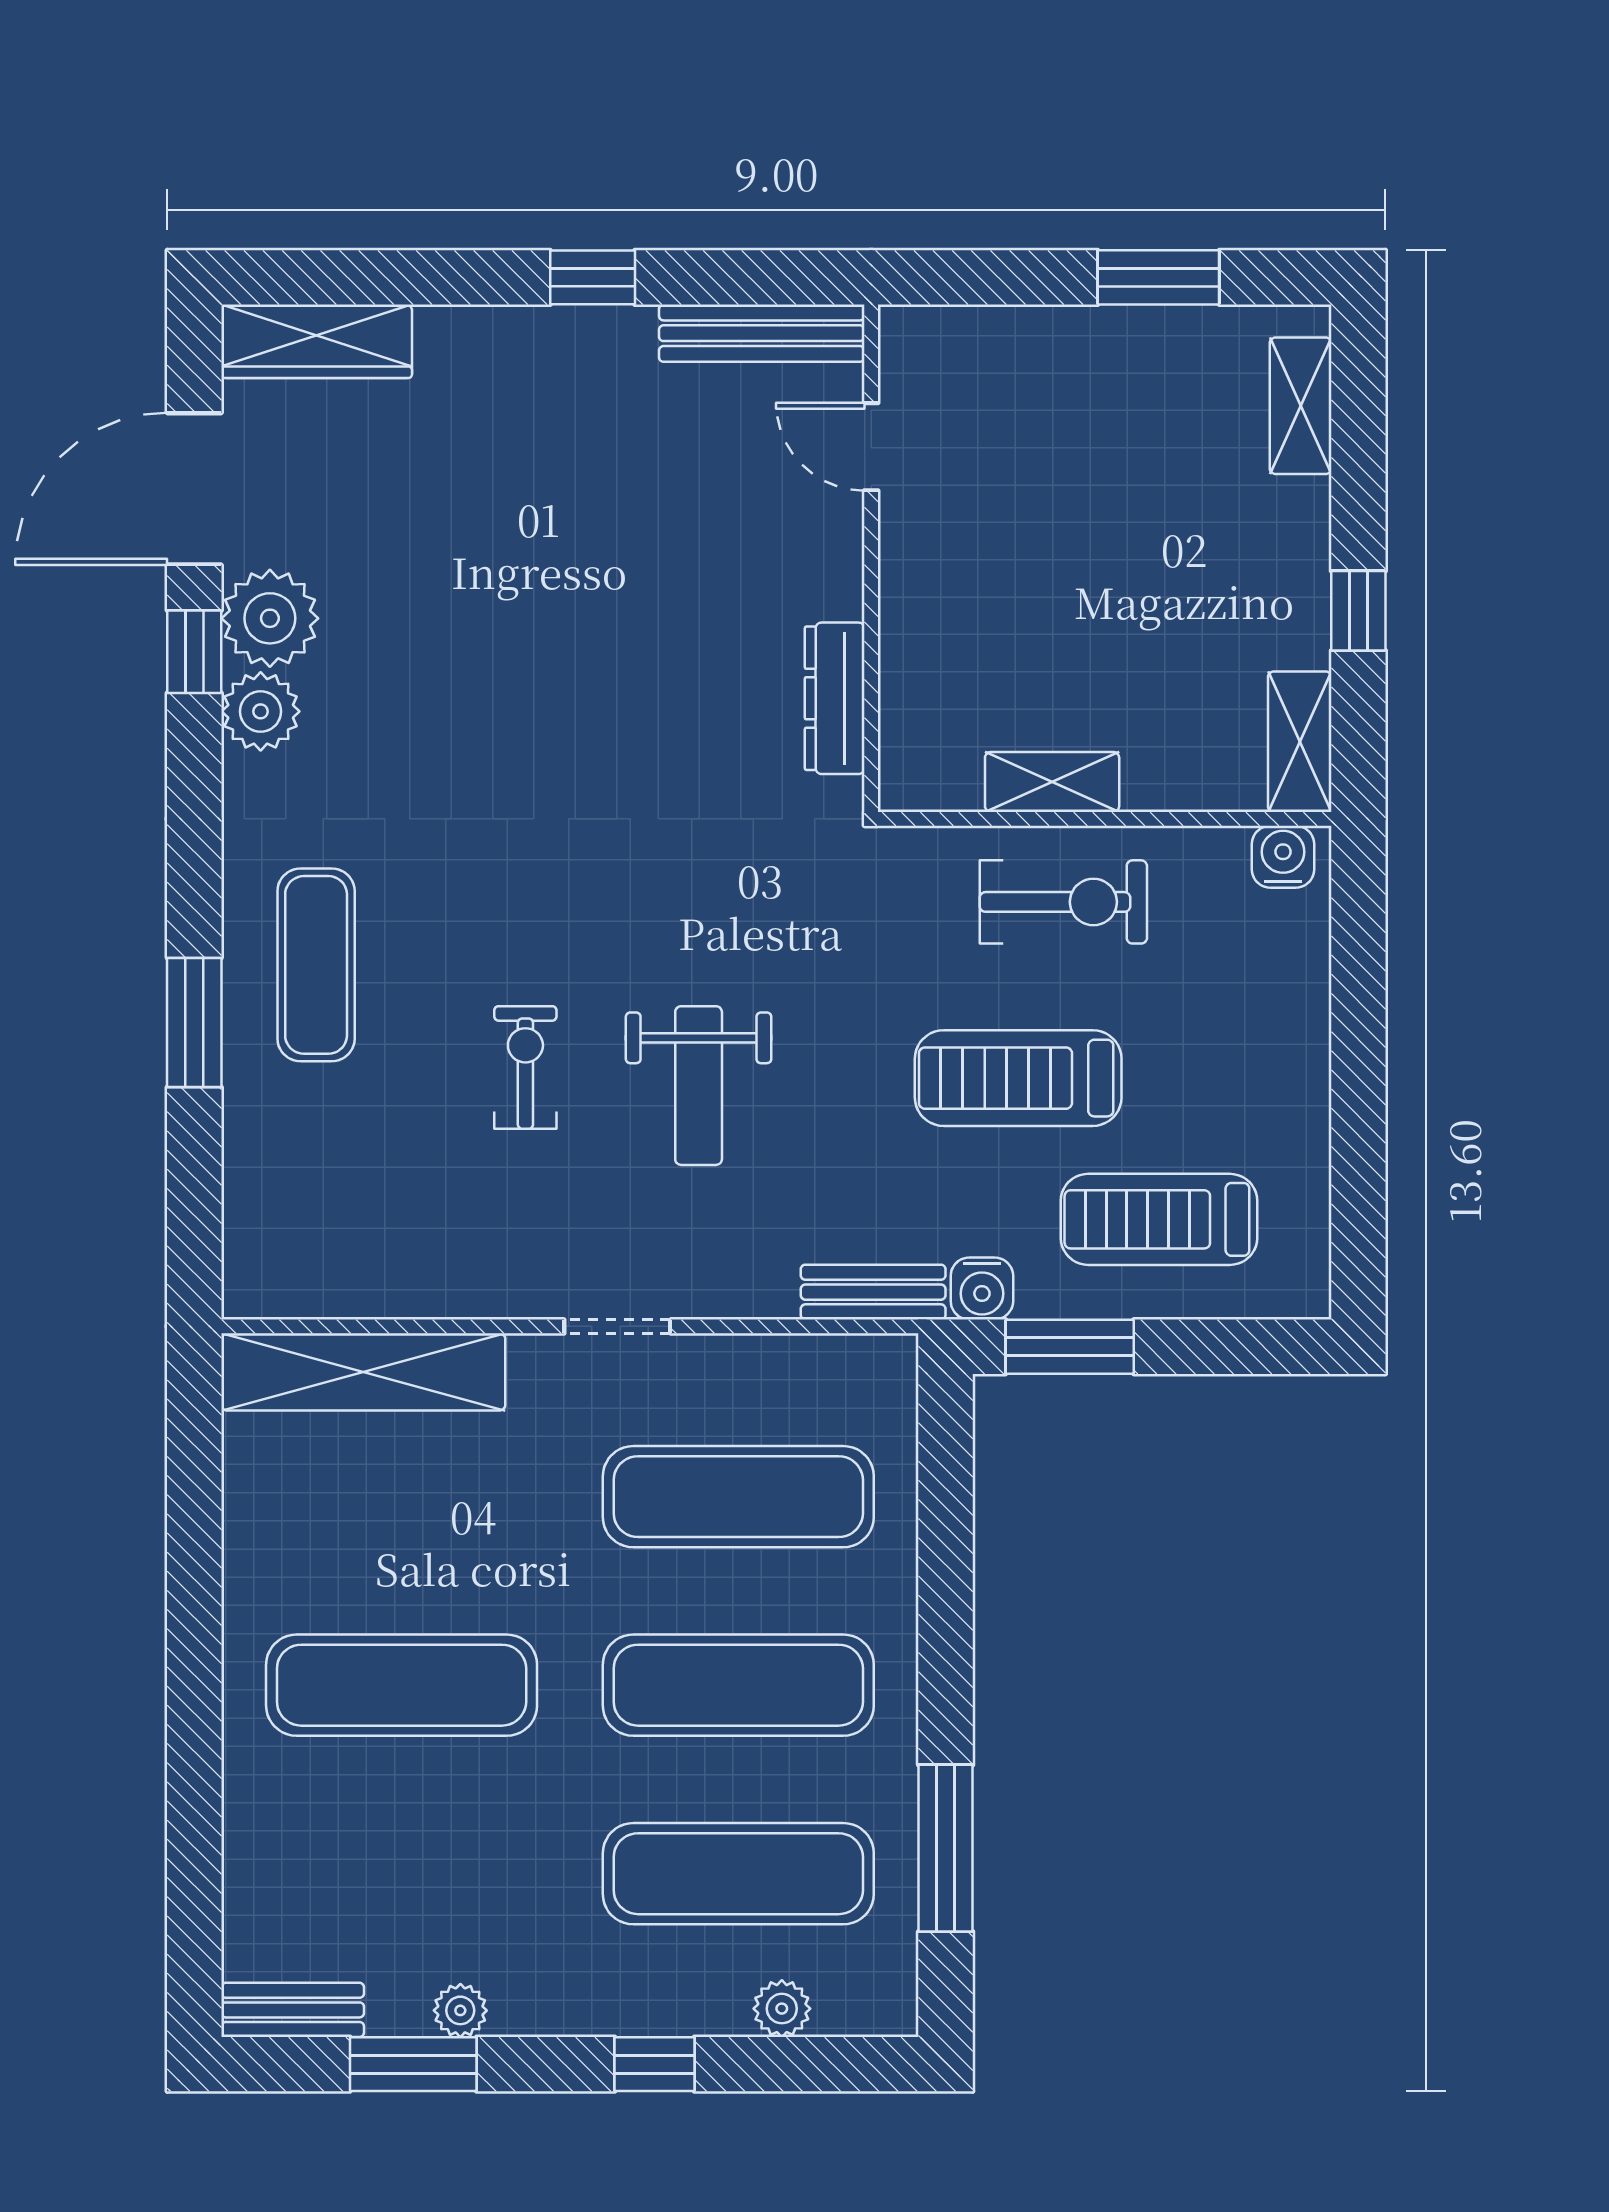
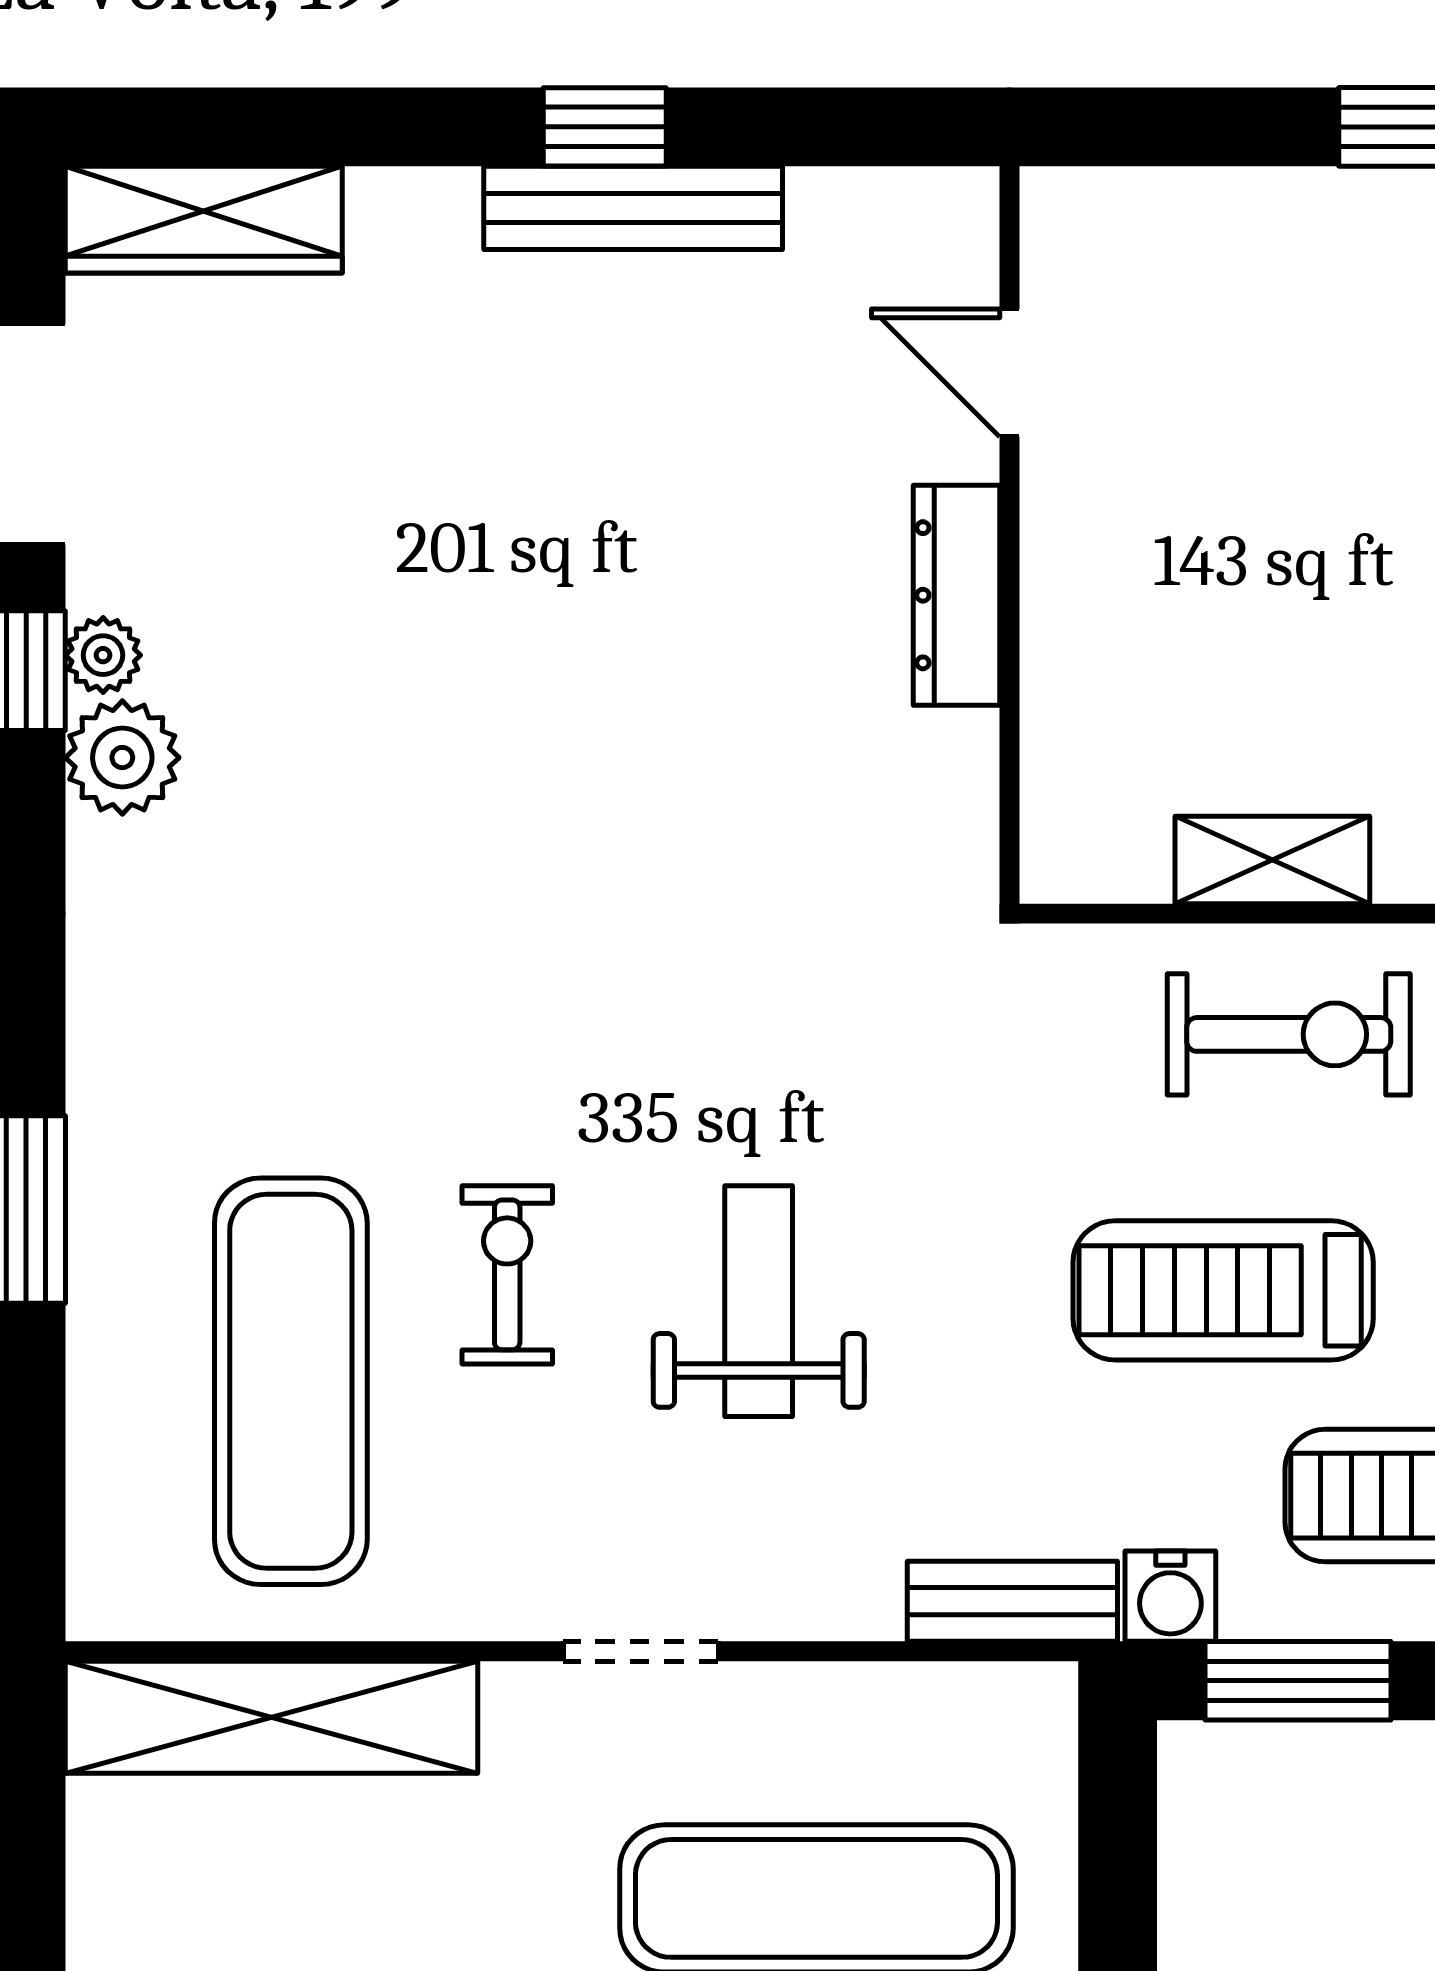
bench: (762, 333) -> (633, 208), moved
plant: (270, 618) -> (103, 655), width x0.53, depth x0.53
dresser: (835, 698) -> (957, 595), moved
exercise mat: (316, 965) -> (291, 1381), moved, width x1.36, depth x1.45
weight bench: (699, 1086) -> (759, 1301), turned 180

